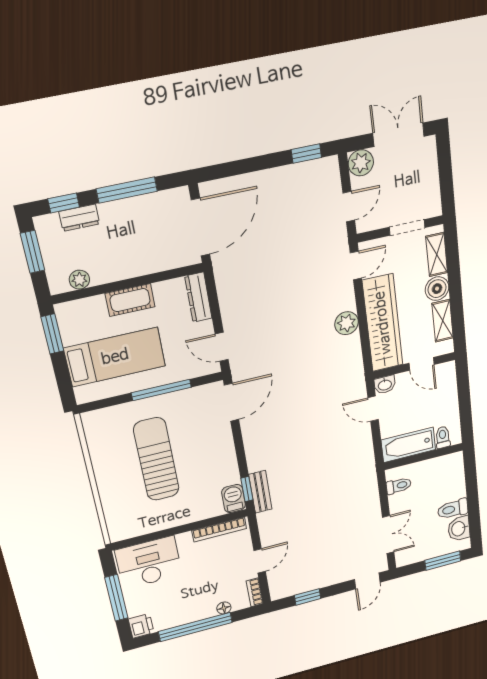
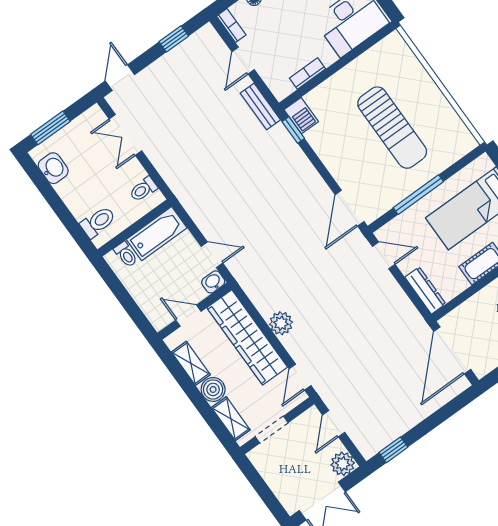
bench: (260, 492) -> (260, 107), moved
toilet: (453, 509) -> (98, 222), moved
bookcase: (219, 530) -> (308, 74), width x0.64

